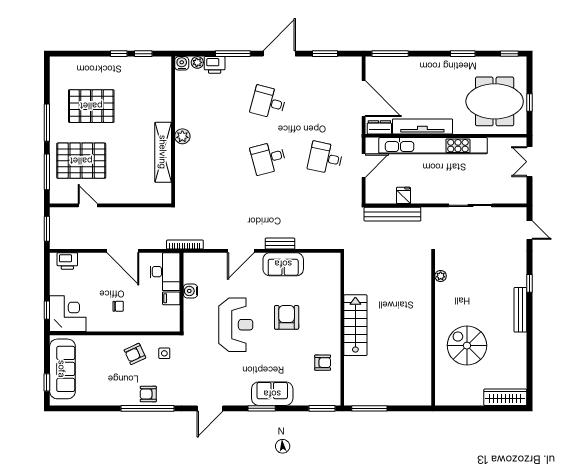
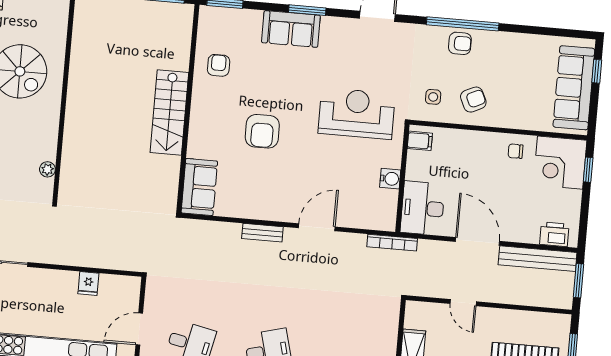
door: (88, 205) -> (463, 303), moved
bench: (392, 214) -> (538, 259), moved
sofa: (283, 264) -> (199, 187), moved, turned 90
filing cabinet: (171, 298) -> (420, 141), moved
chair: (118, 306) -> (516, 151), moved
reception desk: (236, 325) -> (357, 113), moved, turned 90
armchair: (323, 363) -> (219, 65), turned 90

